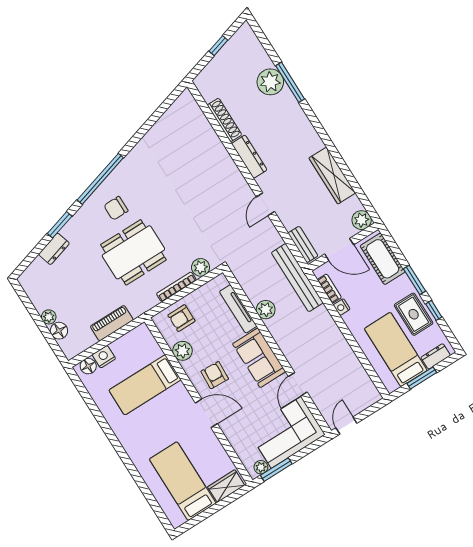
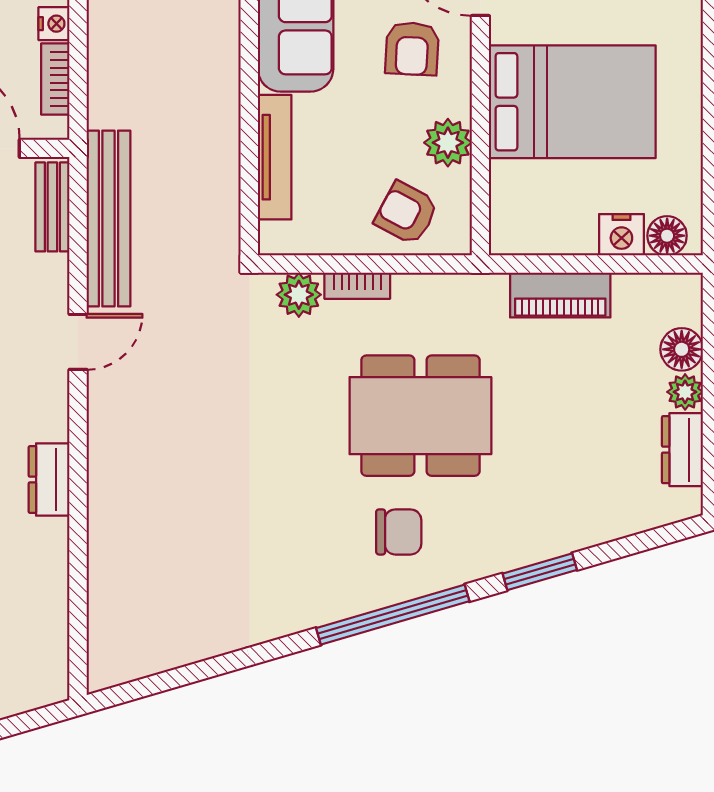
shoe rack: (224, 120) -> (52, 574), removed
dresser: (249, 157) -> (49, 480), width x0.70
dresser: (54, 249) -> (682, 450), moved, turned -74
bench: (297, 278) -> (108, 218), moved
bookcase: (176, 287) -> (357, 286), width x0.64
plant: (266, 310) -> (218, 119), removed
armchair: (181, 318) -> (406, 213), turned -152
bed: (145, 385) -> (572, 102), width x1.50

